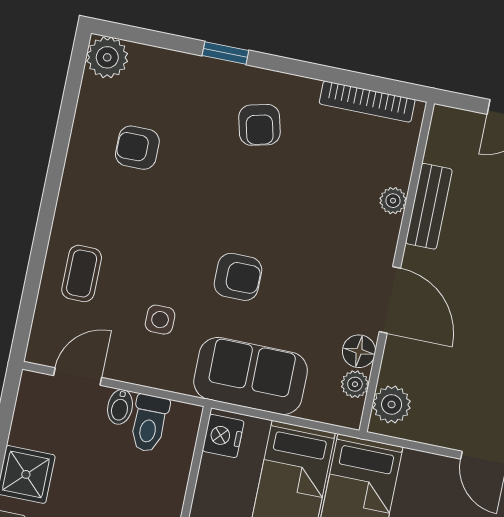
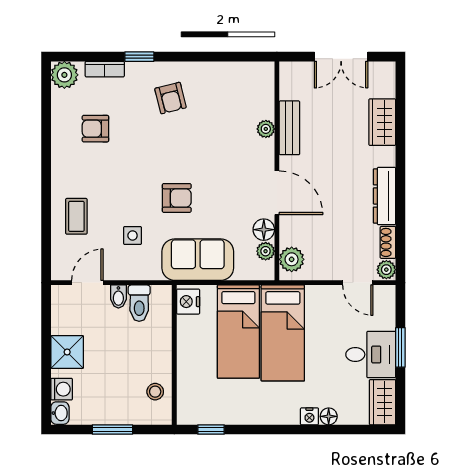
bookcase: (367, 102) -> (105, 69), moved, width x0.64

